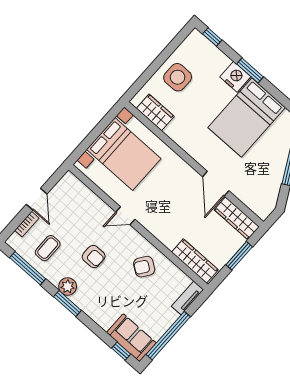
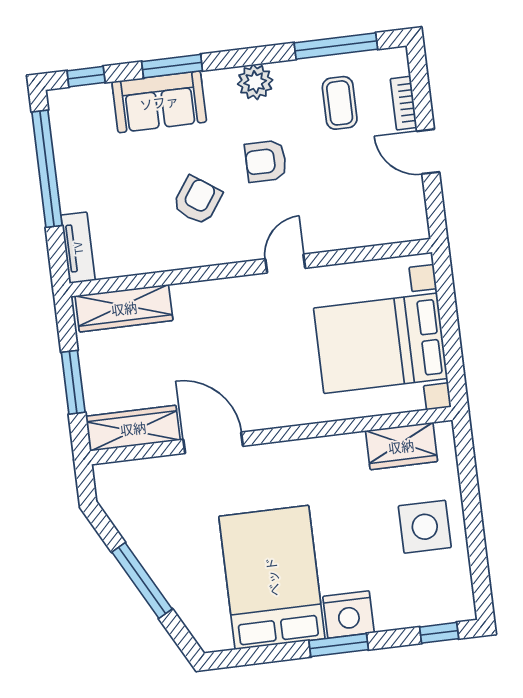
armchair: (144, 267) -> (197, 200), moved
window: (67, 303) -> (172, 66), moved
sofa: (131, 338) -> (159, 102), moved

